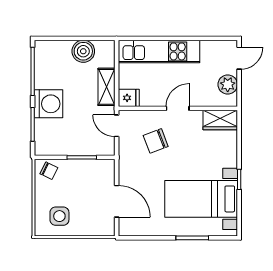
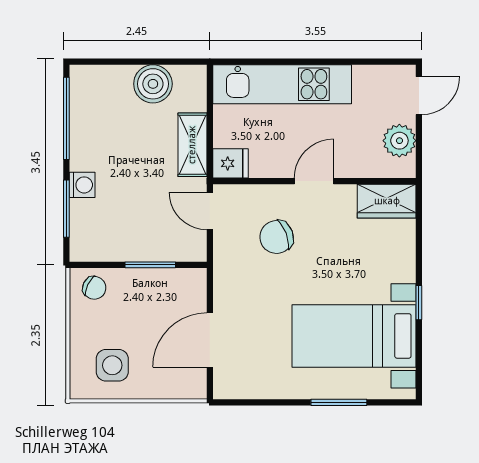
washing machine: (48, 104) -> (82, 185), width x0.53, depth x0.53
door: (117, 201) -> (210, 340), swing flipped

